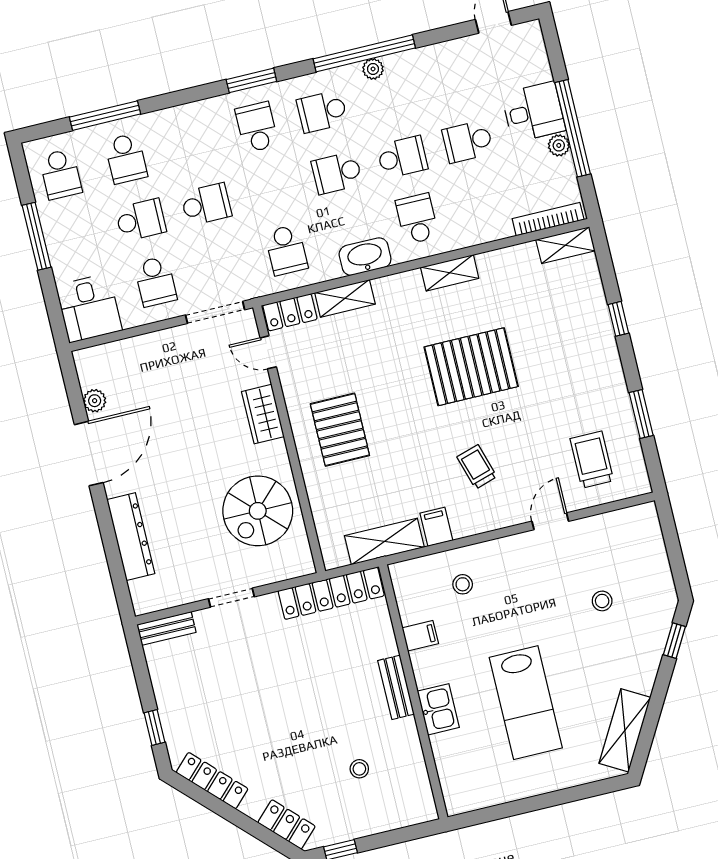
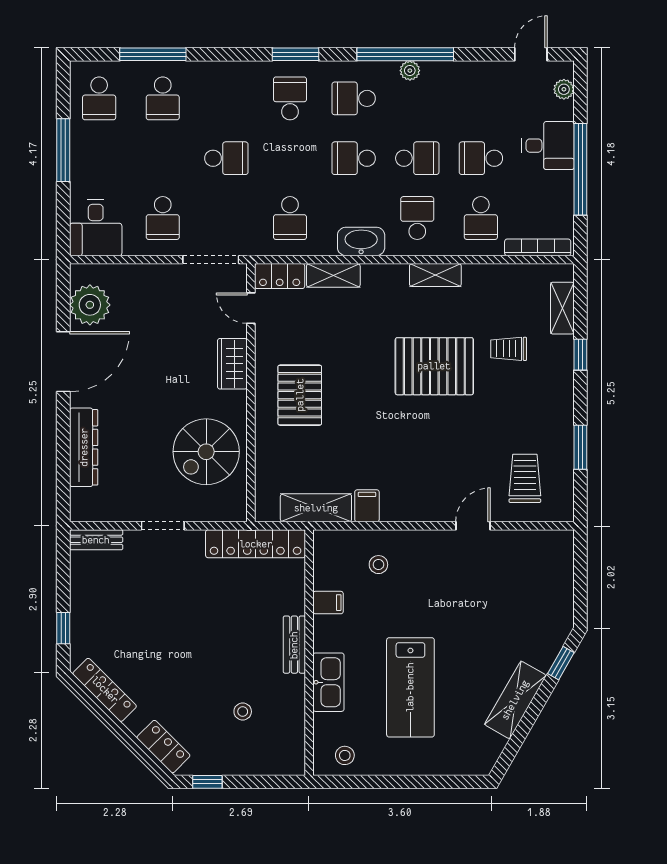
plant: (559, 145) -> (564, 89), moved
school desk: (141, 220) -> (481, 218), moved, turned 90
shelving: (565, 245) -> (562, 308), moved, turned 90
plant: (95, 401) -> (90, 305), width x1.87, depth x1.87
trolley: (477, 467) -> (509, 349), moved, turned -73
stool: (602, 601) -> (345, 755), moved
kitchen sink: (438, 709) -> (328, 682), width x1.38
shelving: (625, 730) -> (515, 700), moved

